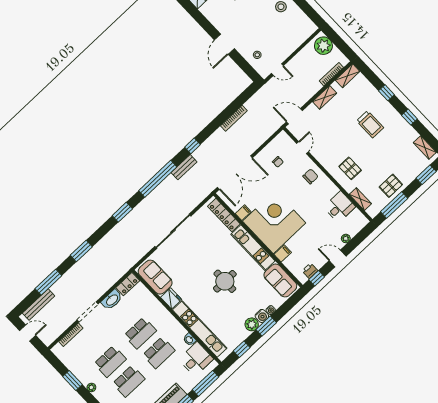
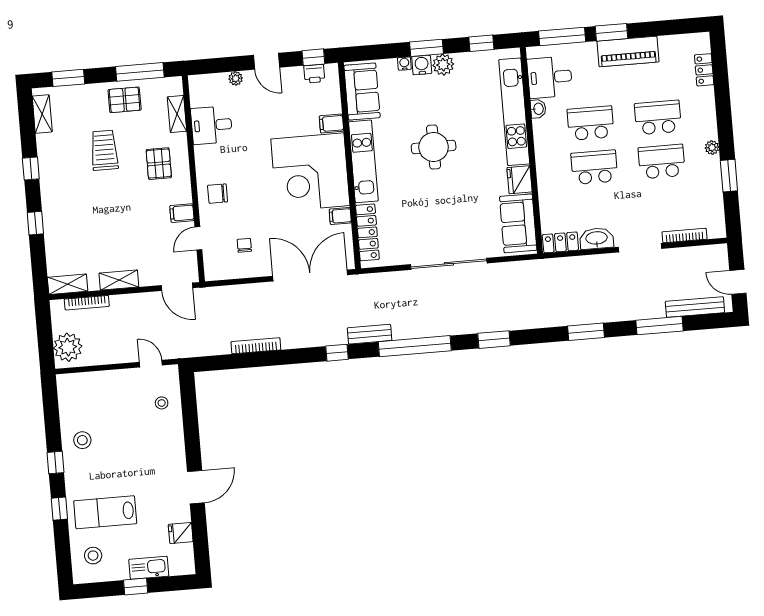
door: (224, 44) -> (196, 487), moved
trolley: (370, 124) -> (104, 150), moved
filing cabinet: (320, 154) -> (182, 213), added

